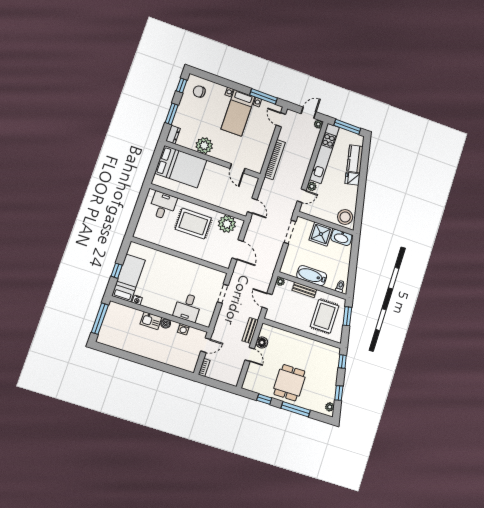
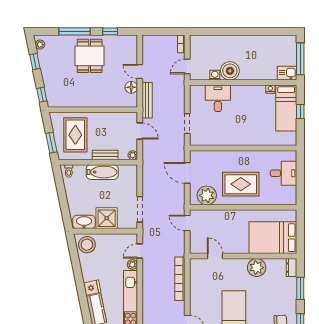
desk: (163, 206) -> (284, 173), moved, turned -90
kitchen sink: (151, 321) -> (287, 73), moved
boiler: (166, 323) -> (230, 71), width x1.86, depth x1.86
bench: (250, 330) -> (147, 100), width x1.36

